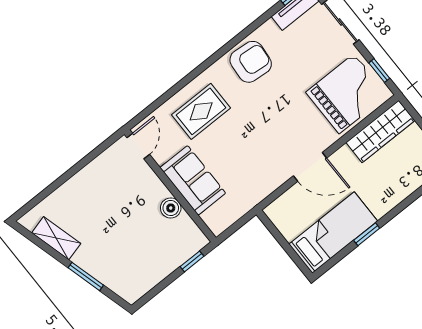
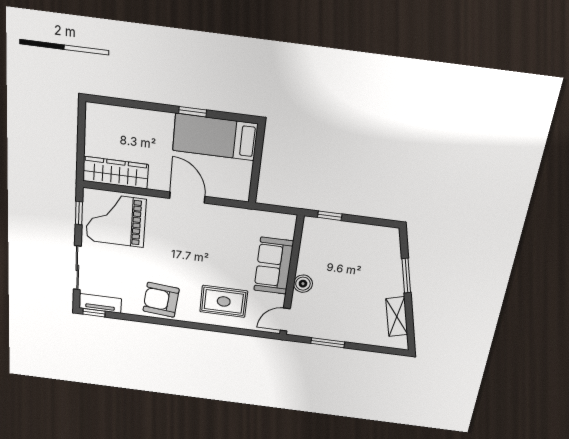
window: (85, 161) -> (328, 343), added
boiler: (171, 208) -> (303, 284), moved

